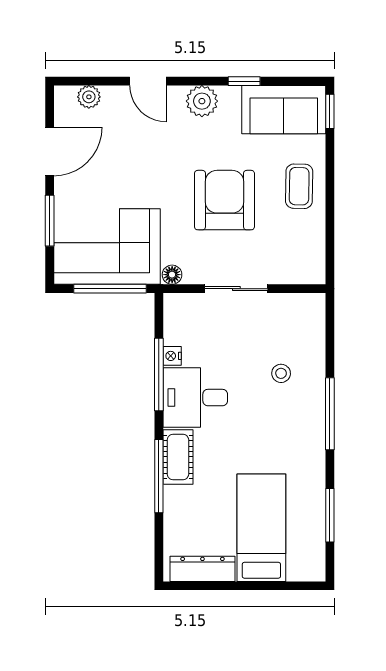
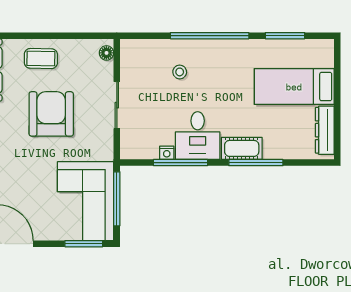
armchair: (224, 200) -> (51, 114), turned 90
window: (50, 221) -> (84, 244), moved
floor lamp: (172, 275) -> (106, 53), moved
window: (330, 414) -> (210, 36), width x1.46

